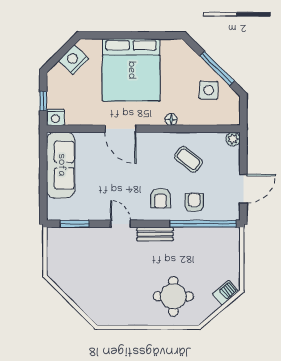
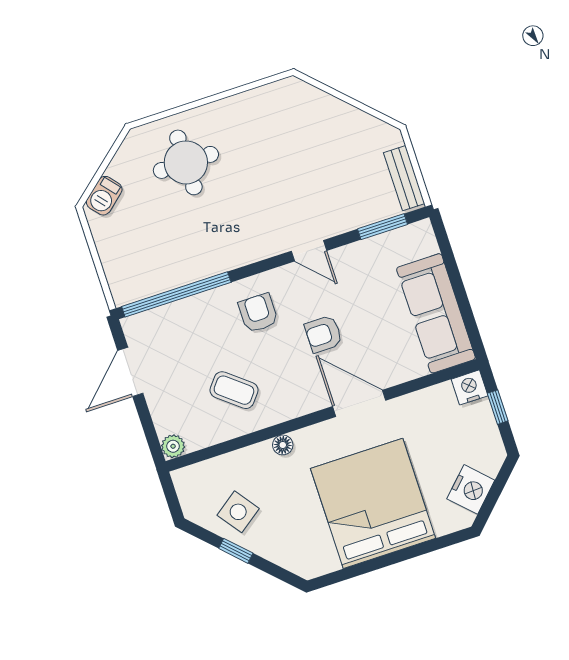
window: (217, 69) -> (236, 551), width x0.46
side table: (209, 90) -> (238, 512), turned -38
armchair: (194, 203) -> (323, 334), moved, turned 90
bench: (155, 234) -> (404, 178), moved, turned 90

